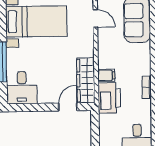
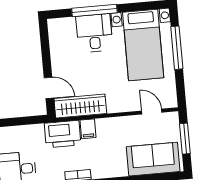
door: (95, 18) -> (152, 112), swing flipped
desk: (22, 88) -> (94, 33), moved, turned 90

